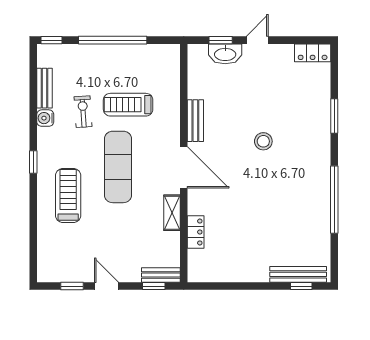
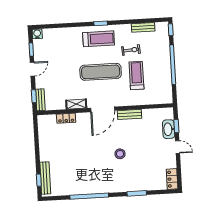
water cooler: (45, 118) -> (37, 34), moved
treadmill: (68, 195) -> (99, 39), moved

